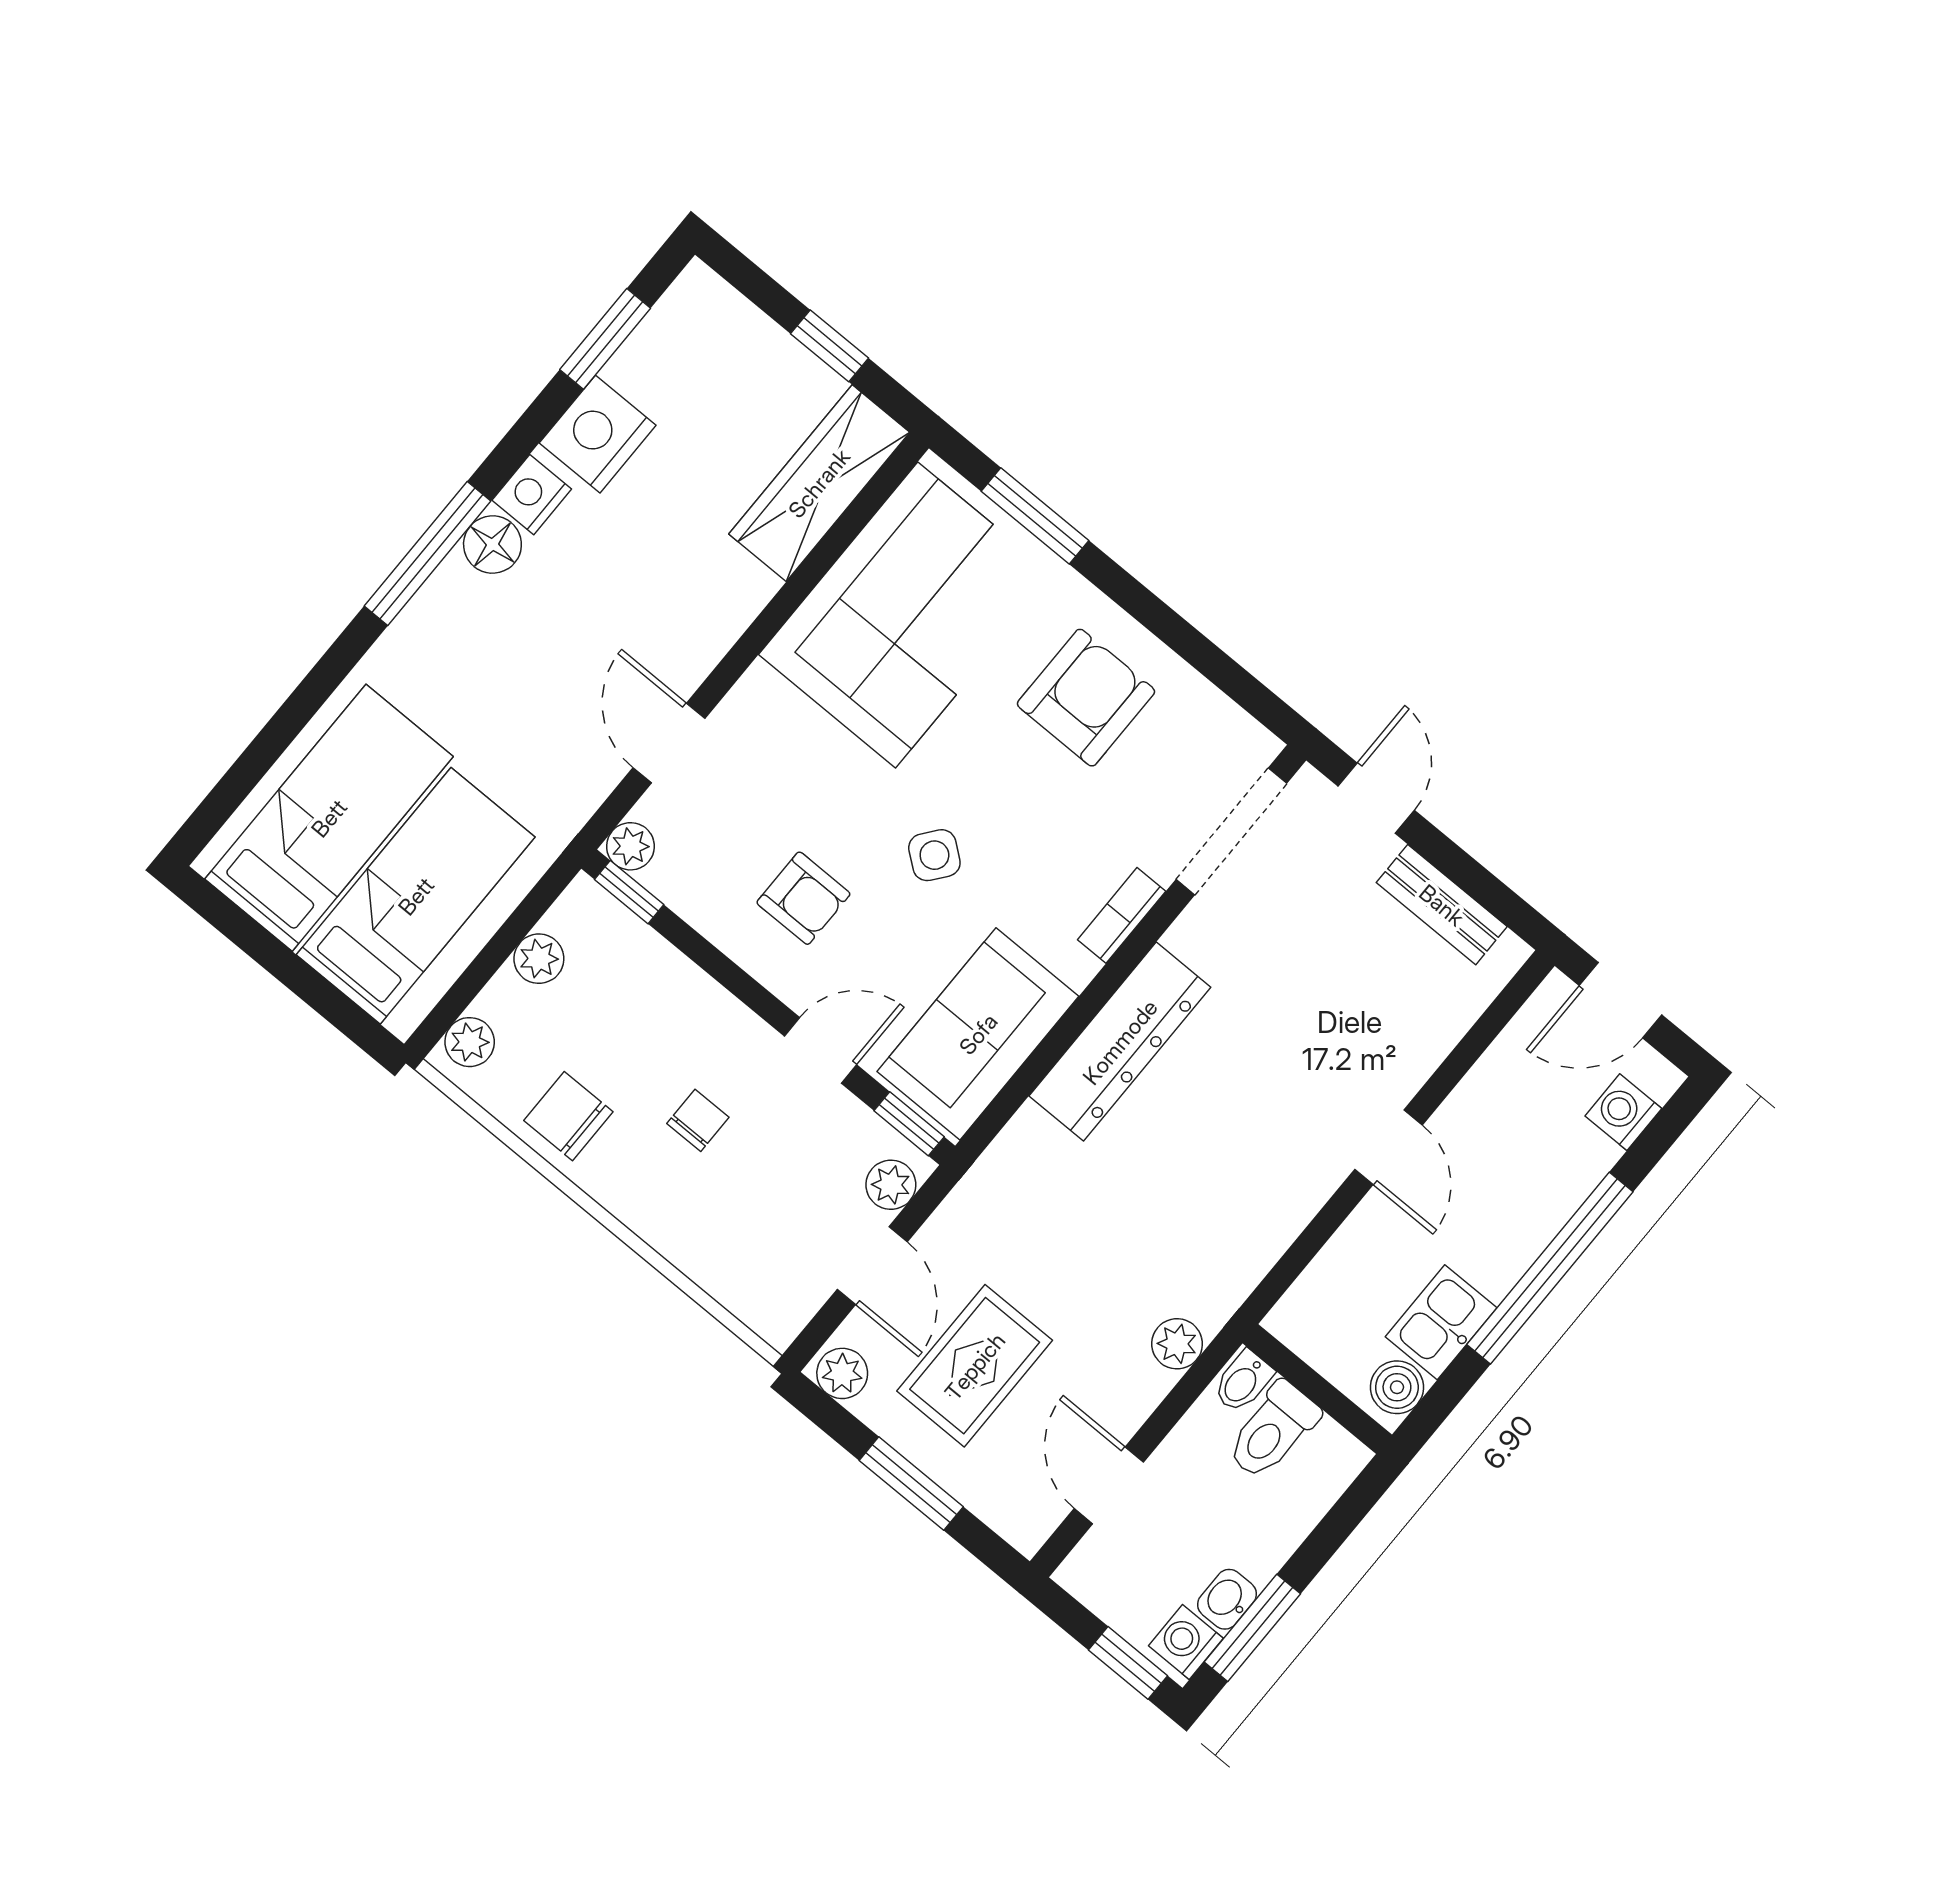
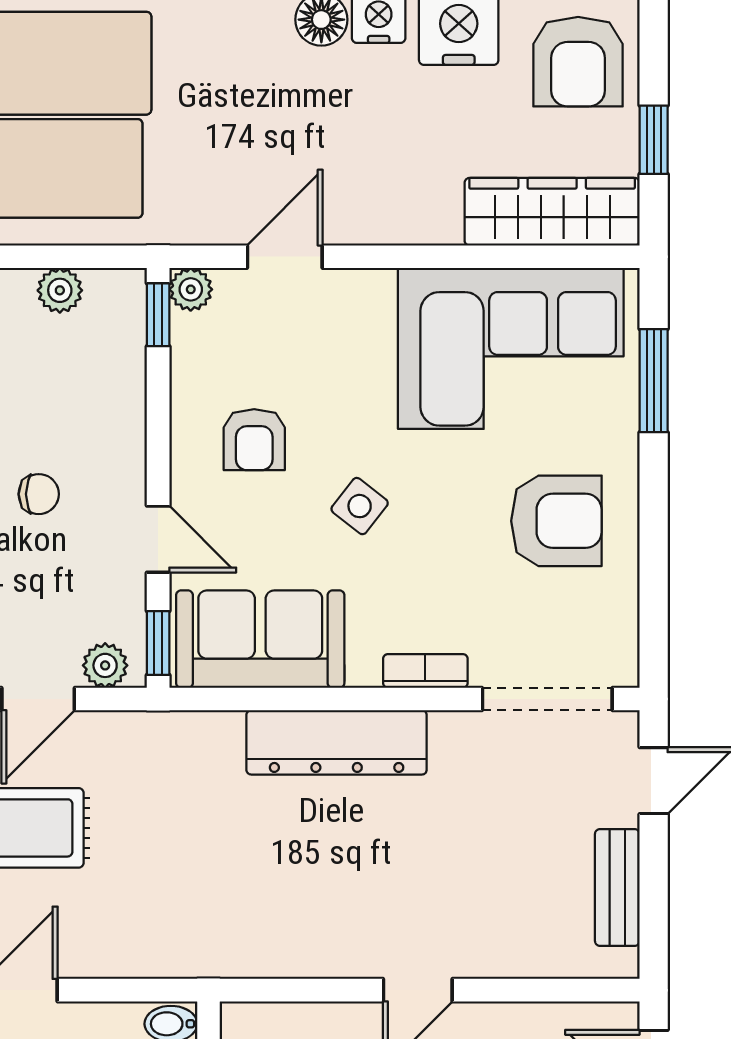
armchair: (710, 355) -> (578, 62), added
plant: (1177, 1344) -> (159, 956), removed

